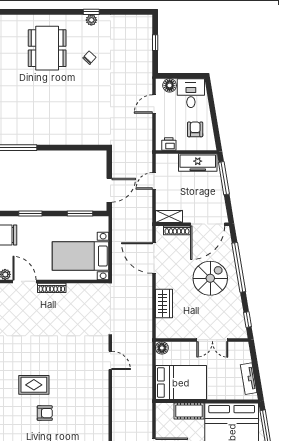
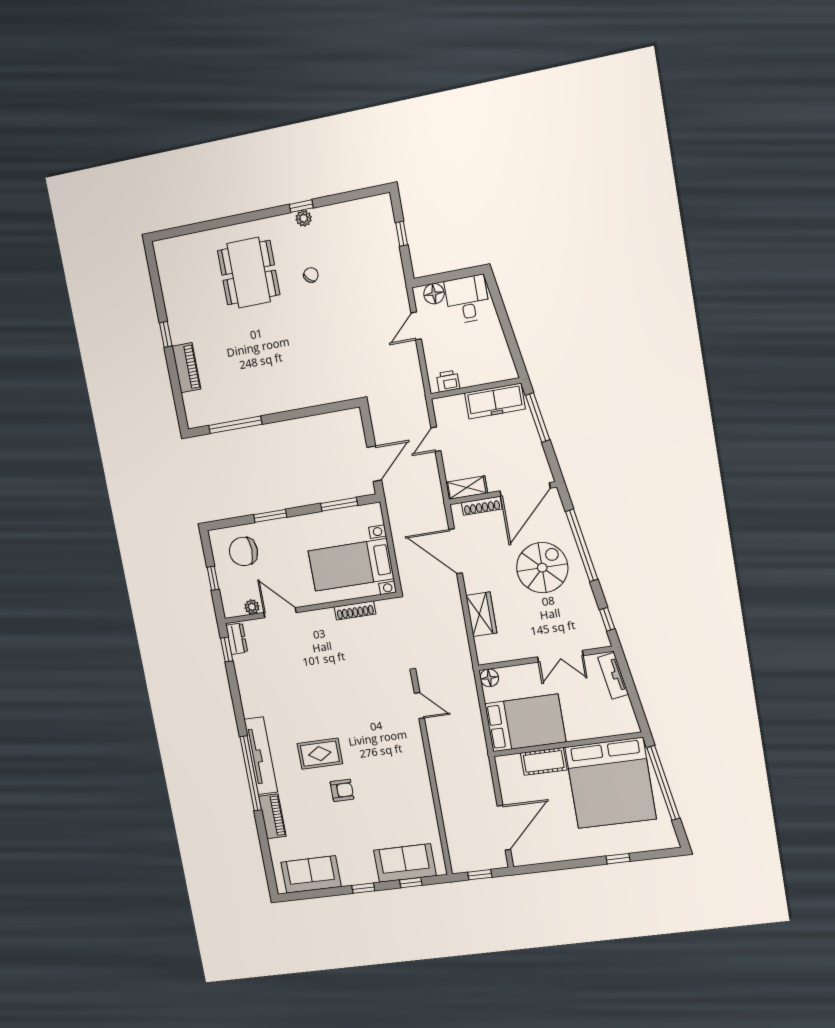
armchair: (195, 129) -> (483, 352), removed
shoe rack: (52, 288) -> (355, 610), moved
tv unit: (249, 379) -> (613, 676), moved

